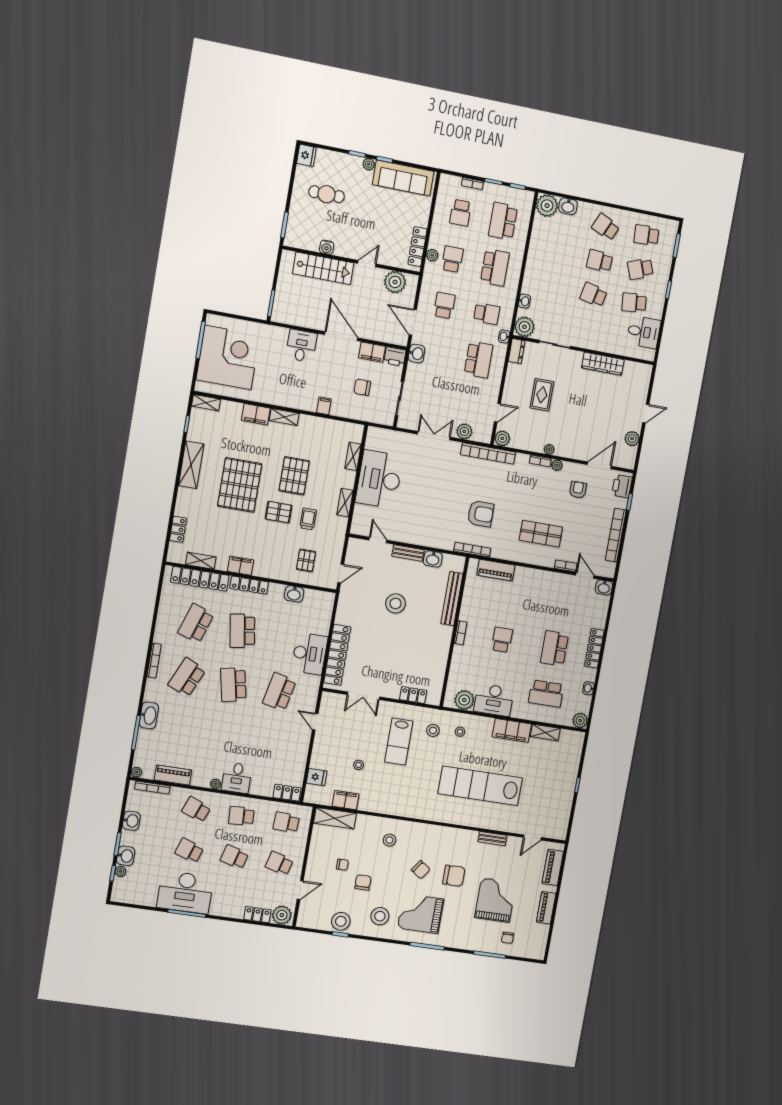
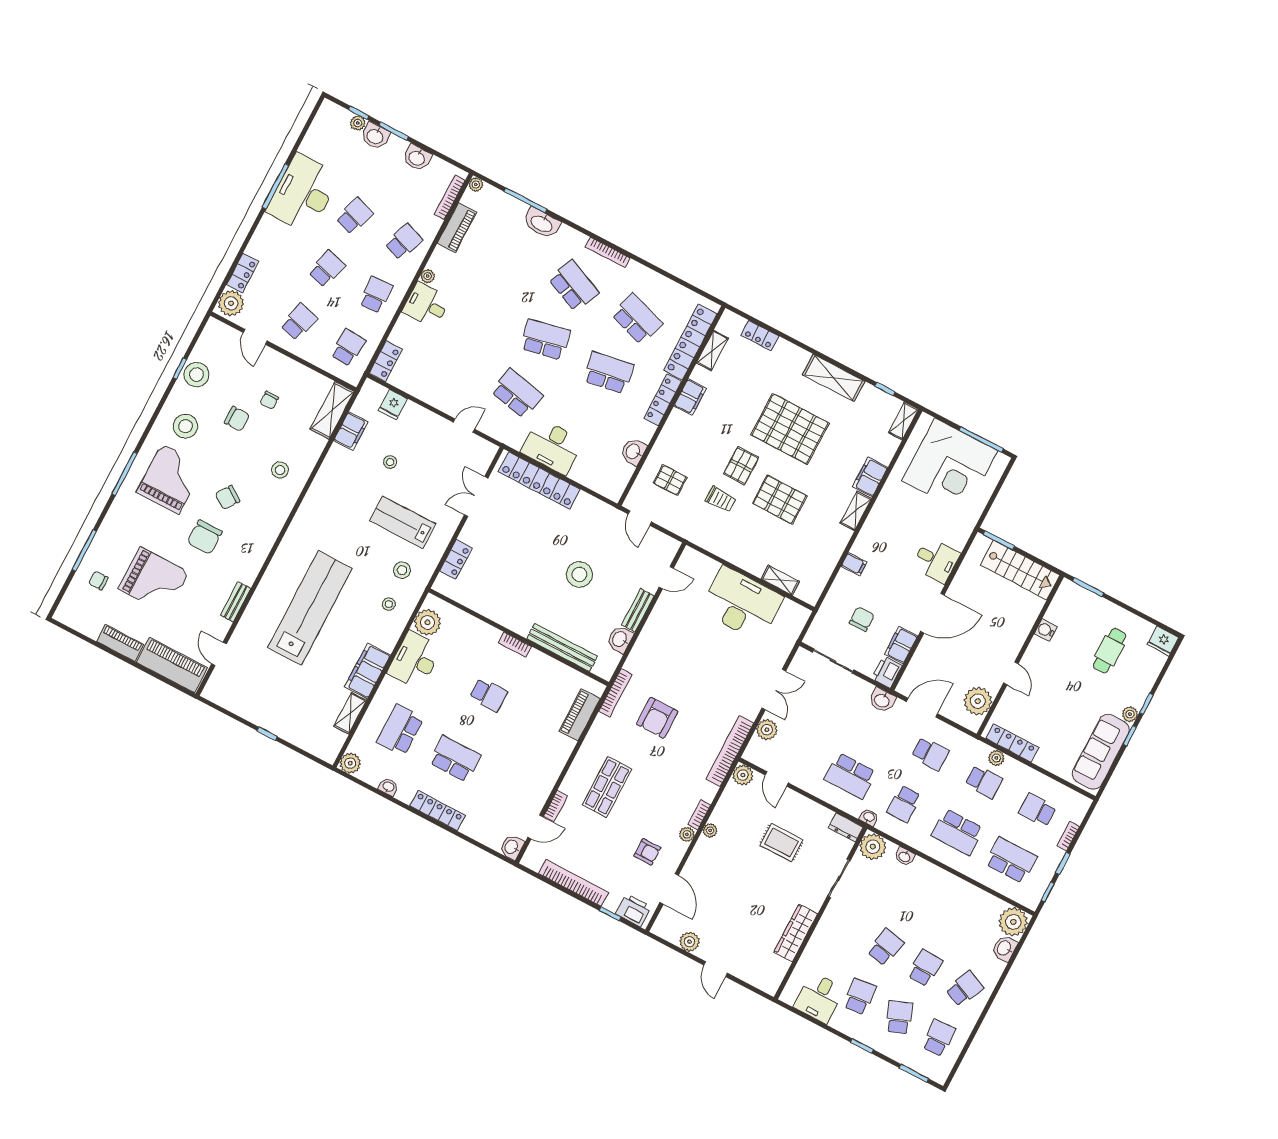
stairs: (323, 268) -> (1020, 570), moved, turned -90
shelving: (345, 503) -> (726, 552), removed
piano: (553, 867) -> (172, 665), width x1.37, depth x1.33

